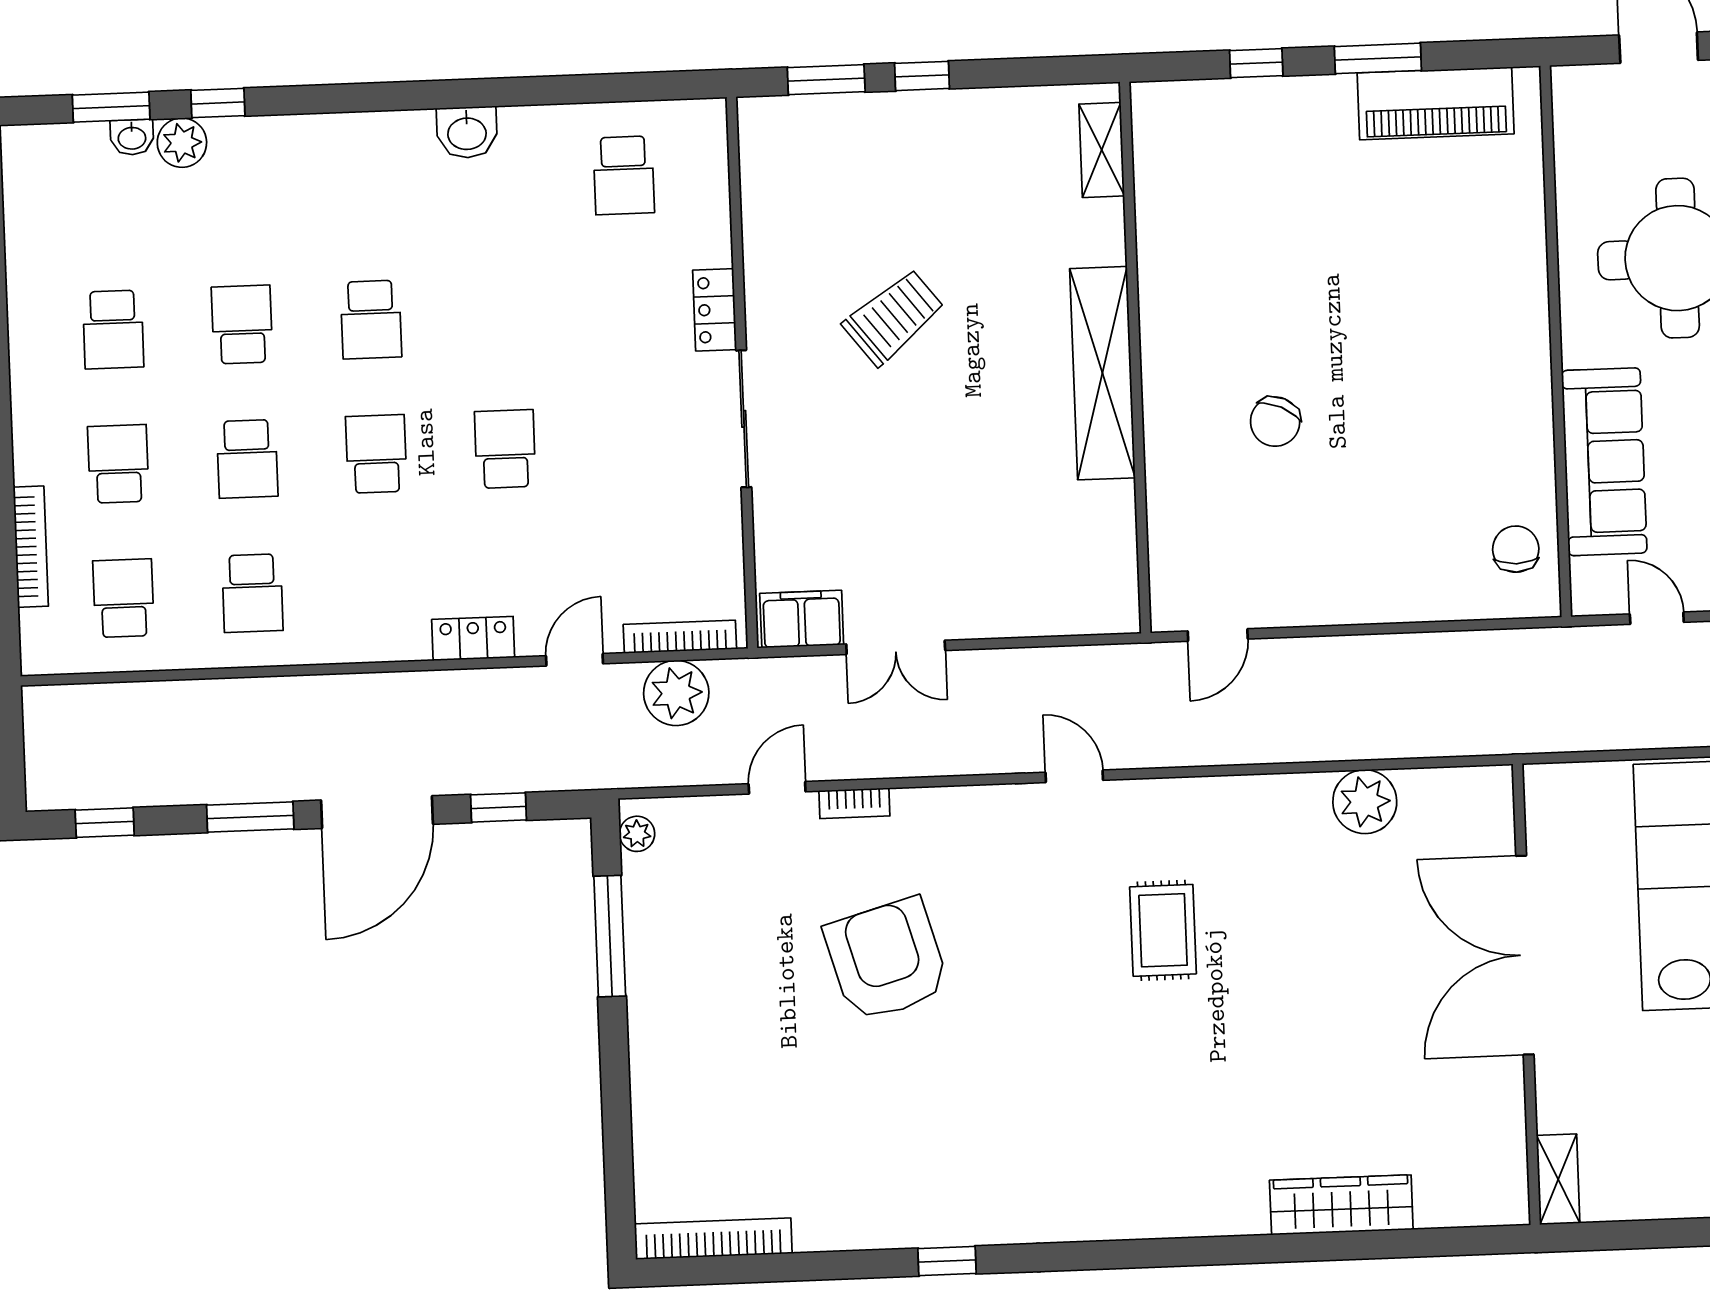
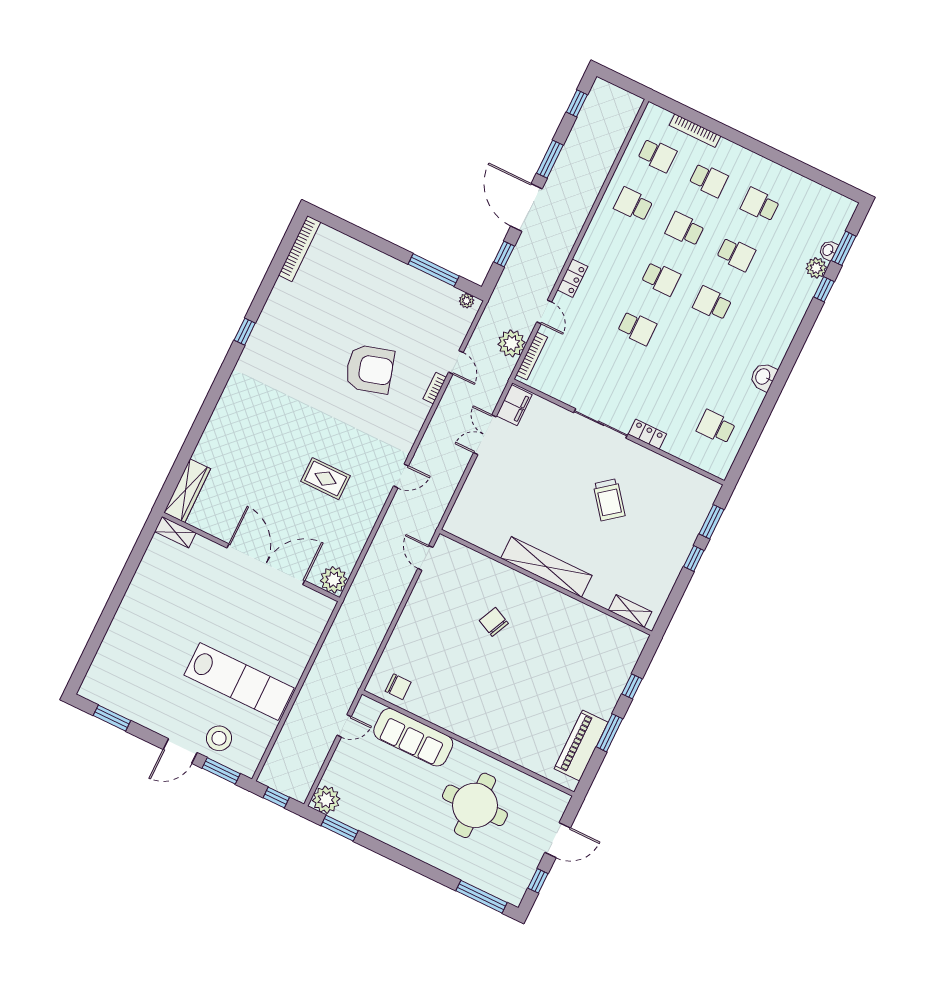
double door: (1525, 955) -> (266, 564), moved
wall: (1526, 994) -> (251, 557), moved
shelving: (1558, 1179) -> (175, 532), moved

